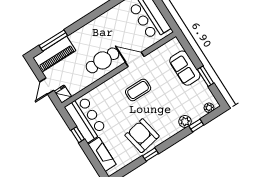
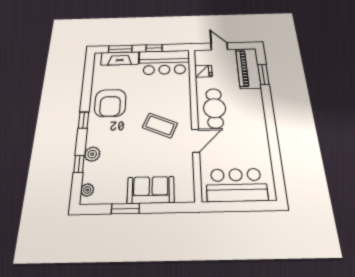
window: (53, 41) -> (263, 74), width x0.69
coffee table: (138, 90) -> (160, 125), turned -67
fridge: (63, 94) -> (203, 71), moved
armchair: (142, 136) -> (110, 103), turned 101
window: (150, 155) -> (84, 120), moved
window: (94, 160) -> (120, 49), added

